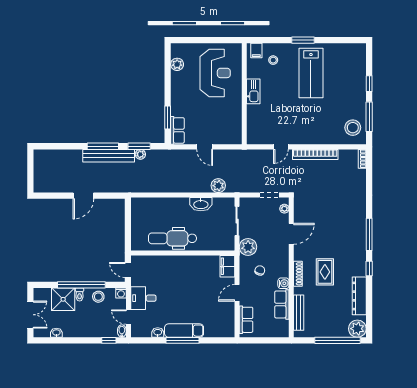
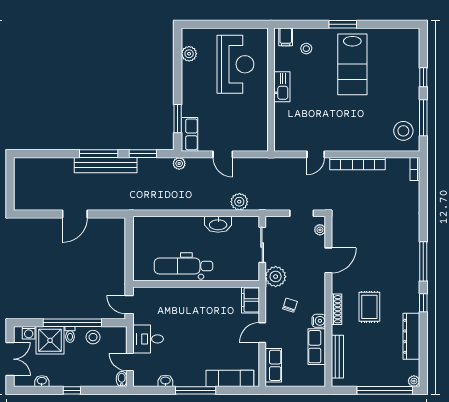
plant: (140, 154) -> (179, 163), moved
washing machine: (121, 293) -> (29, 333), moved
plant: (357, 329) -> (414, 381), width x0.53, depth x0.53
exam couch: (184, 331) -> (230, 378), moved
window: (109, 340) -> (72, 390), moved

